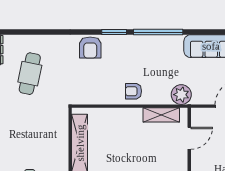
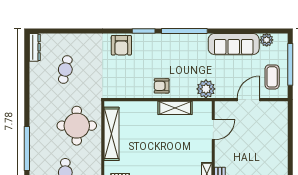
cafe table: (30, 74) -> (65, 70), width x0.73, depth x0.74
shelving: (161, 115) -> (175, 108), moved
round table: (42, 134) -> (77, 126), added

